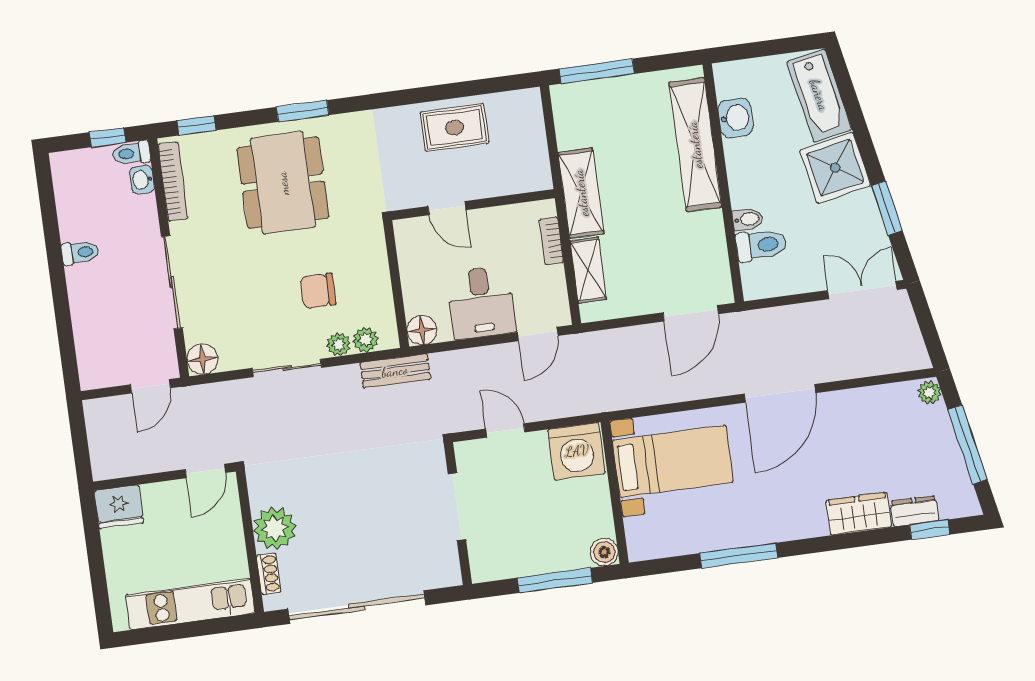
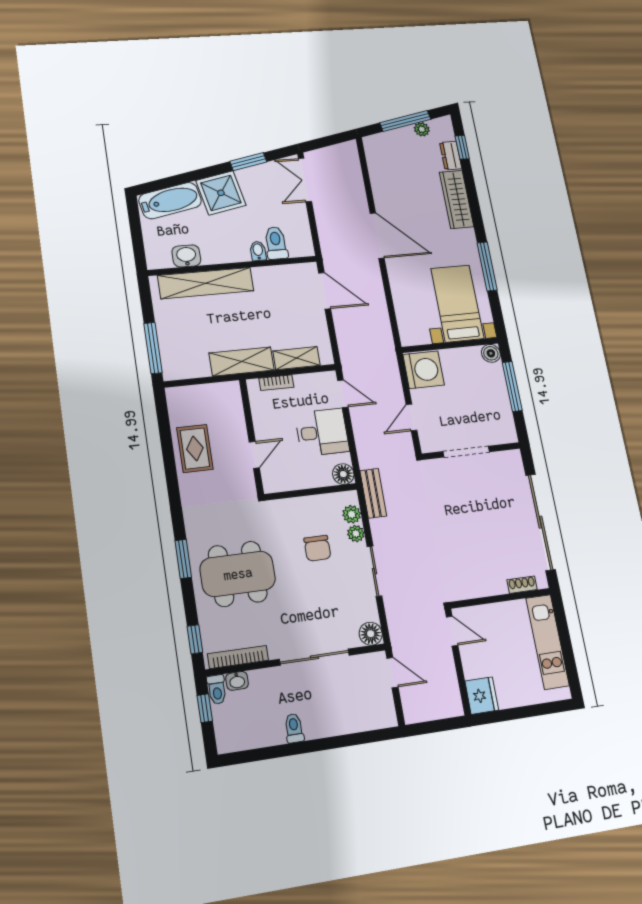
plant: (929, 392) -> (422, 129), moved
bed with nightstands: (673, 461) -> (457, 303), moved
wardrobe: (859, 514) -> (457, 199), width x1.50
plant: (275, 528) -> (490, 580), removed

